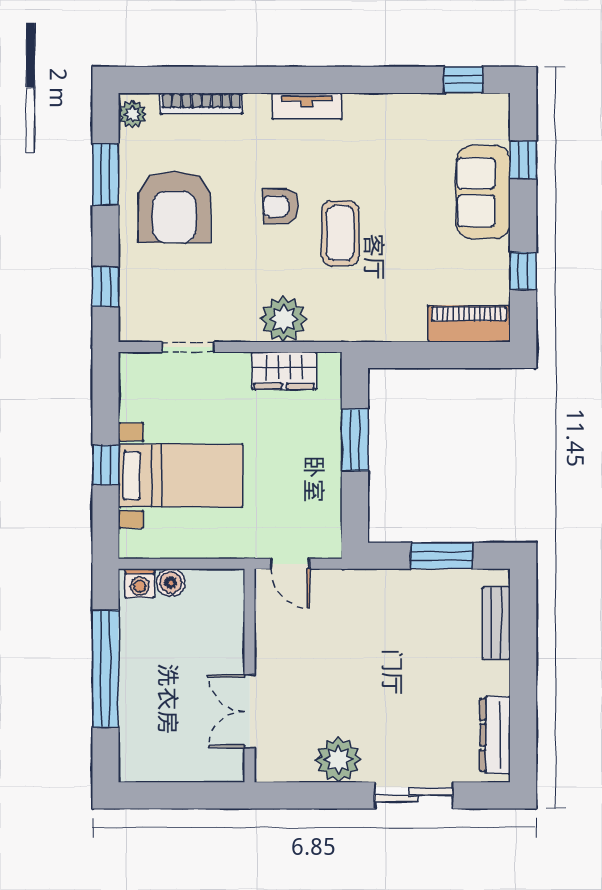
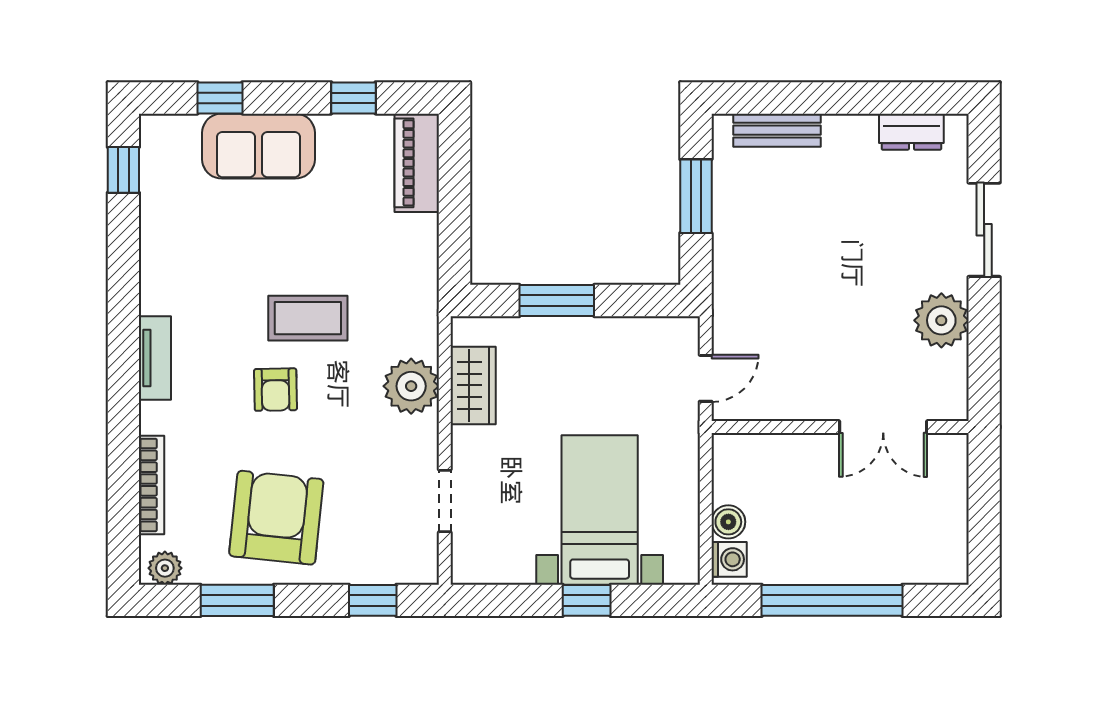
armchair: (174, 207) -> (276, 518), turned -84
dresser: (495, 735) -> (911, 132), width x0.70

